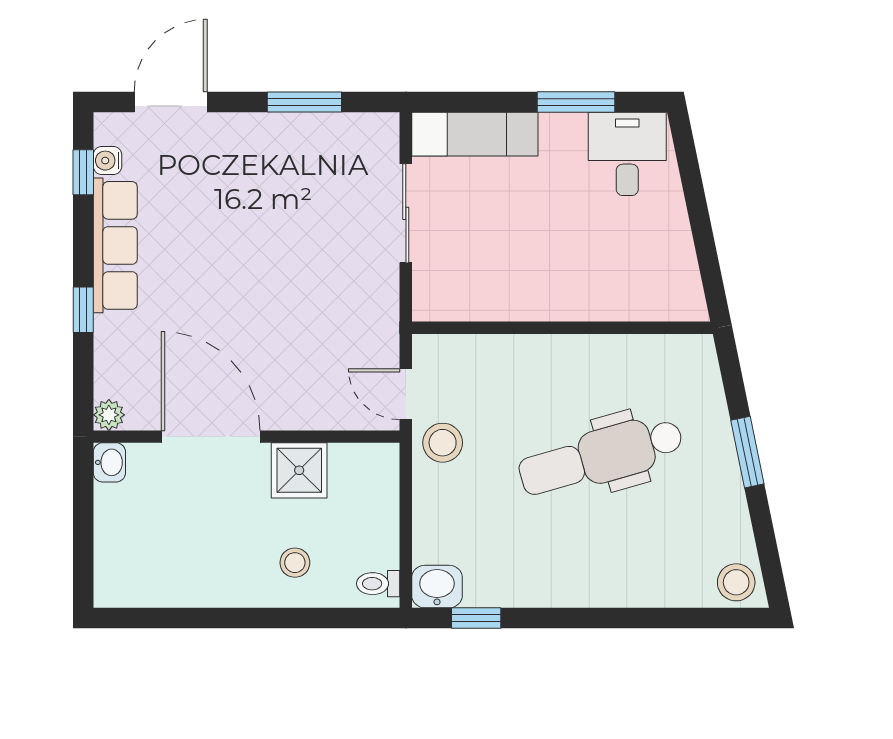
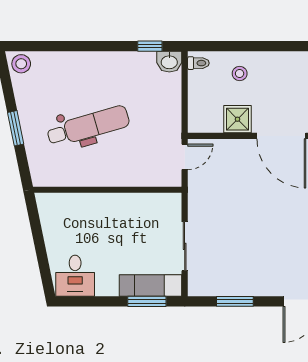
window: (576, 102) -> (147, 301), moved
door: (406, 394) -> (185, 157), hinge flipped
stool: (443, 443) -> (166, 133), removed

